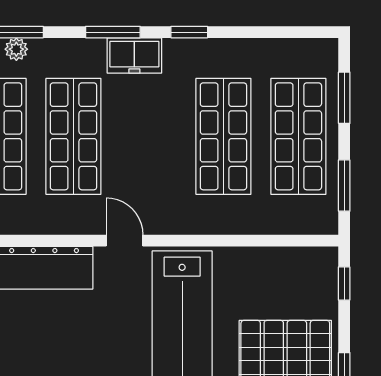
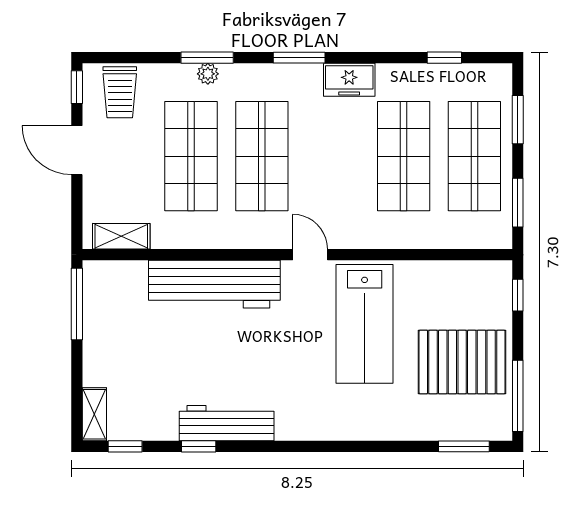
window: (189, 32) -> (444, 58), moved
freezer: (134, 56) -> (349, 80), moved

